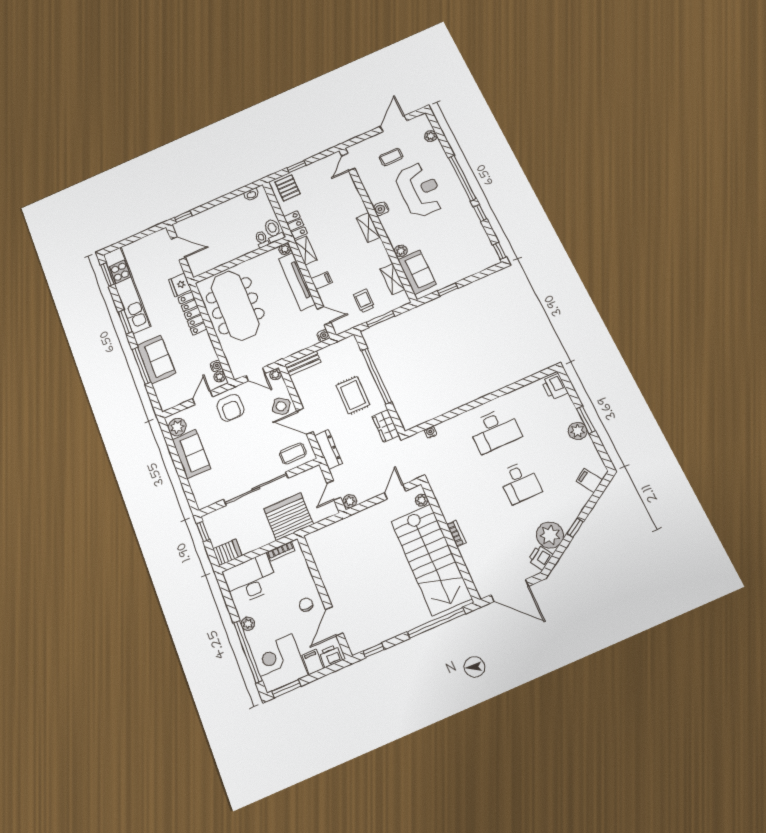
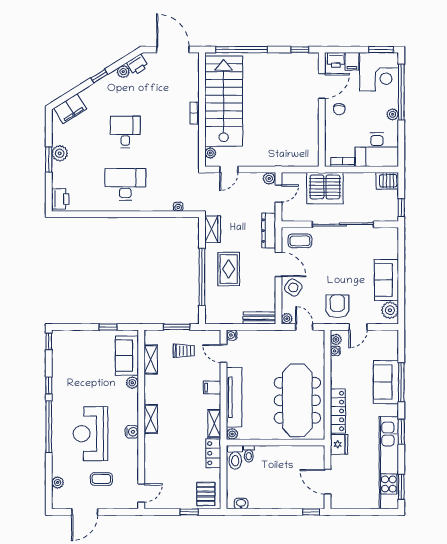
trolley: (364, 301) -> (184, 351), turned -90
filing cabinet: (589, 480) -> (70, 109), width x2.00
plant: (550, 535) -> (123, 72), width x0.53, depth x0.53

